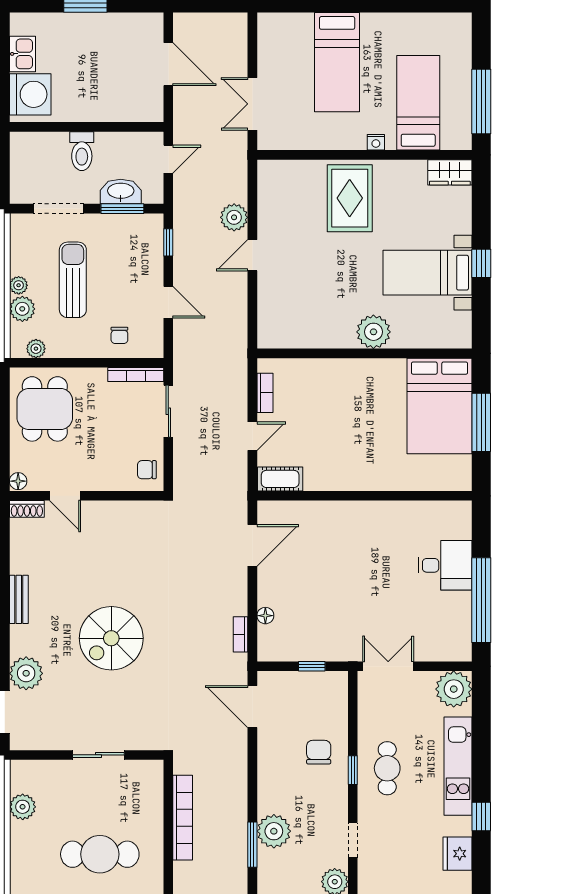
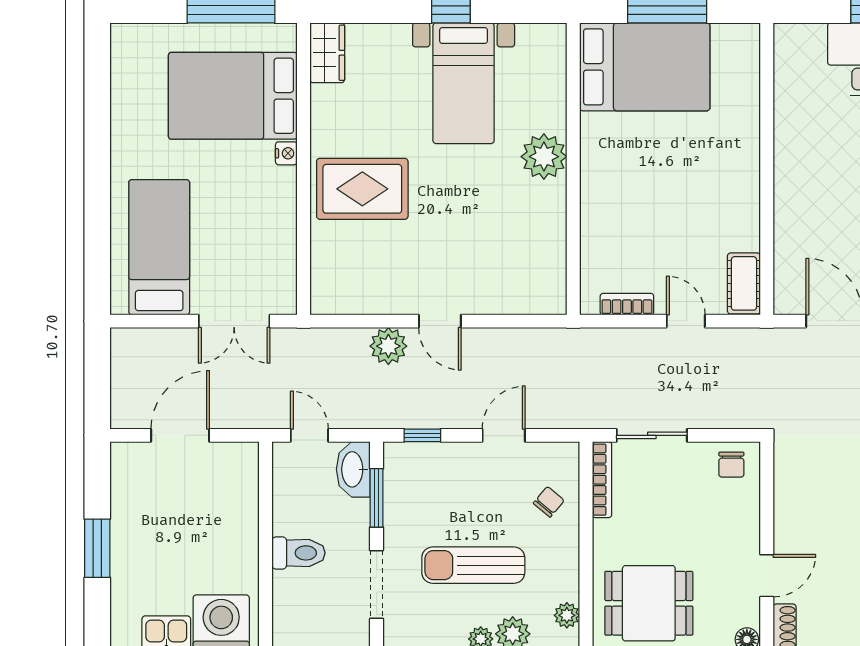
bed: (337, 62) -> (159, 247), moved, turned -90
bed: (418, 103) -> (233, 96), width x1.50
washbasin: (121, 191) -> (353, 469), moved
chair: (119, 335) -> (549, 502), turned -50

